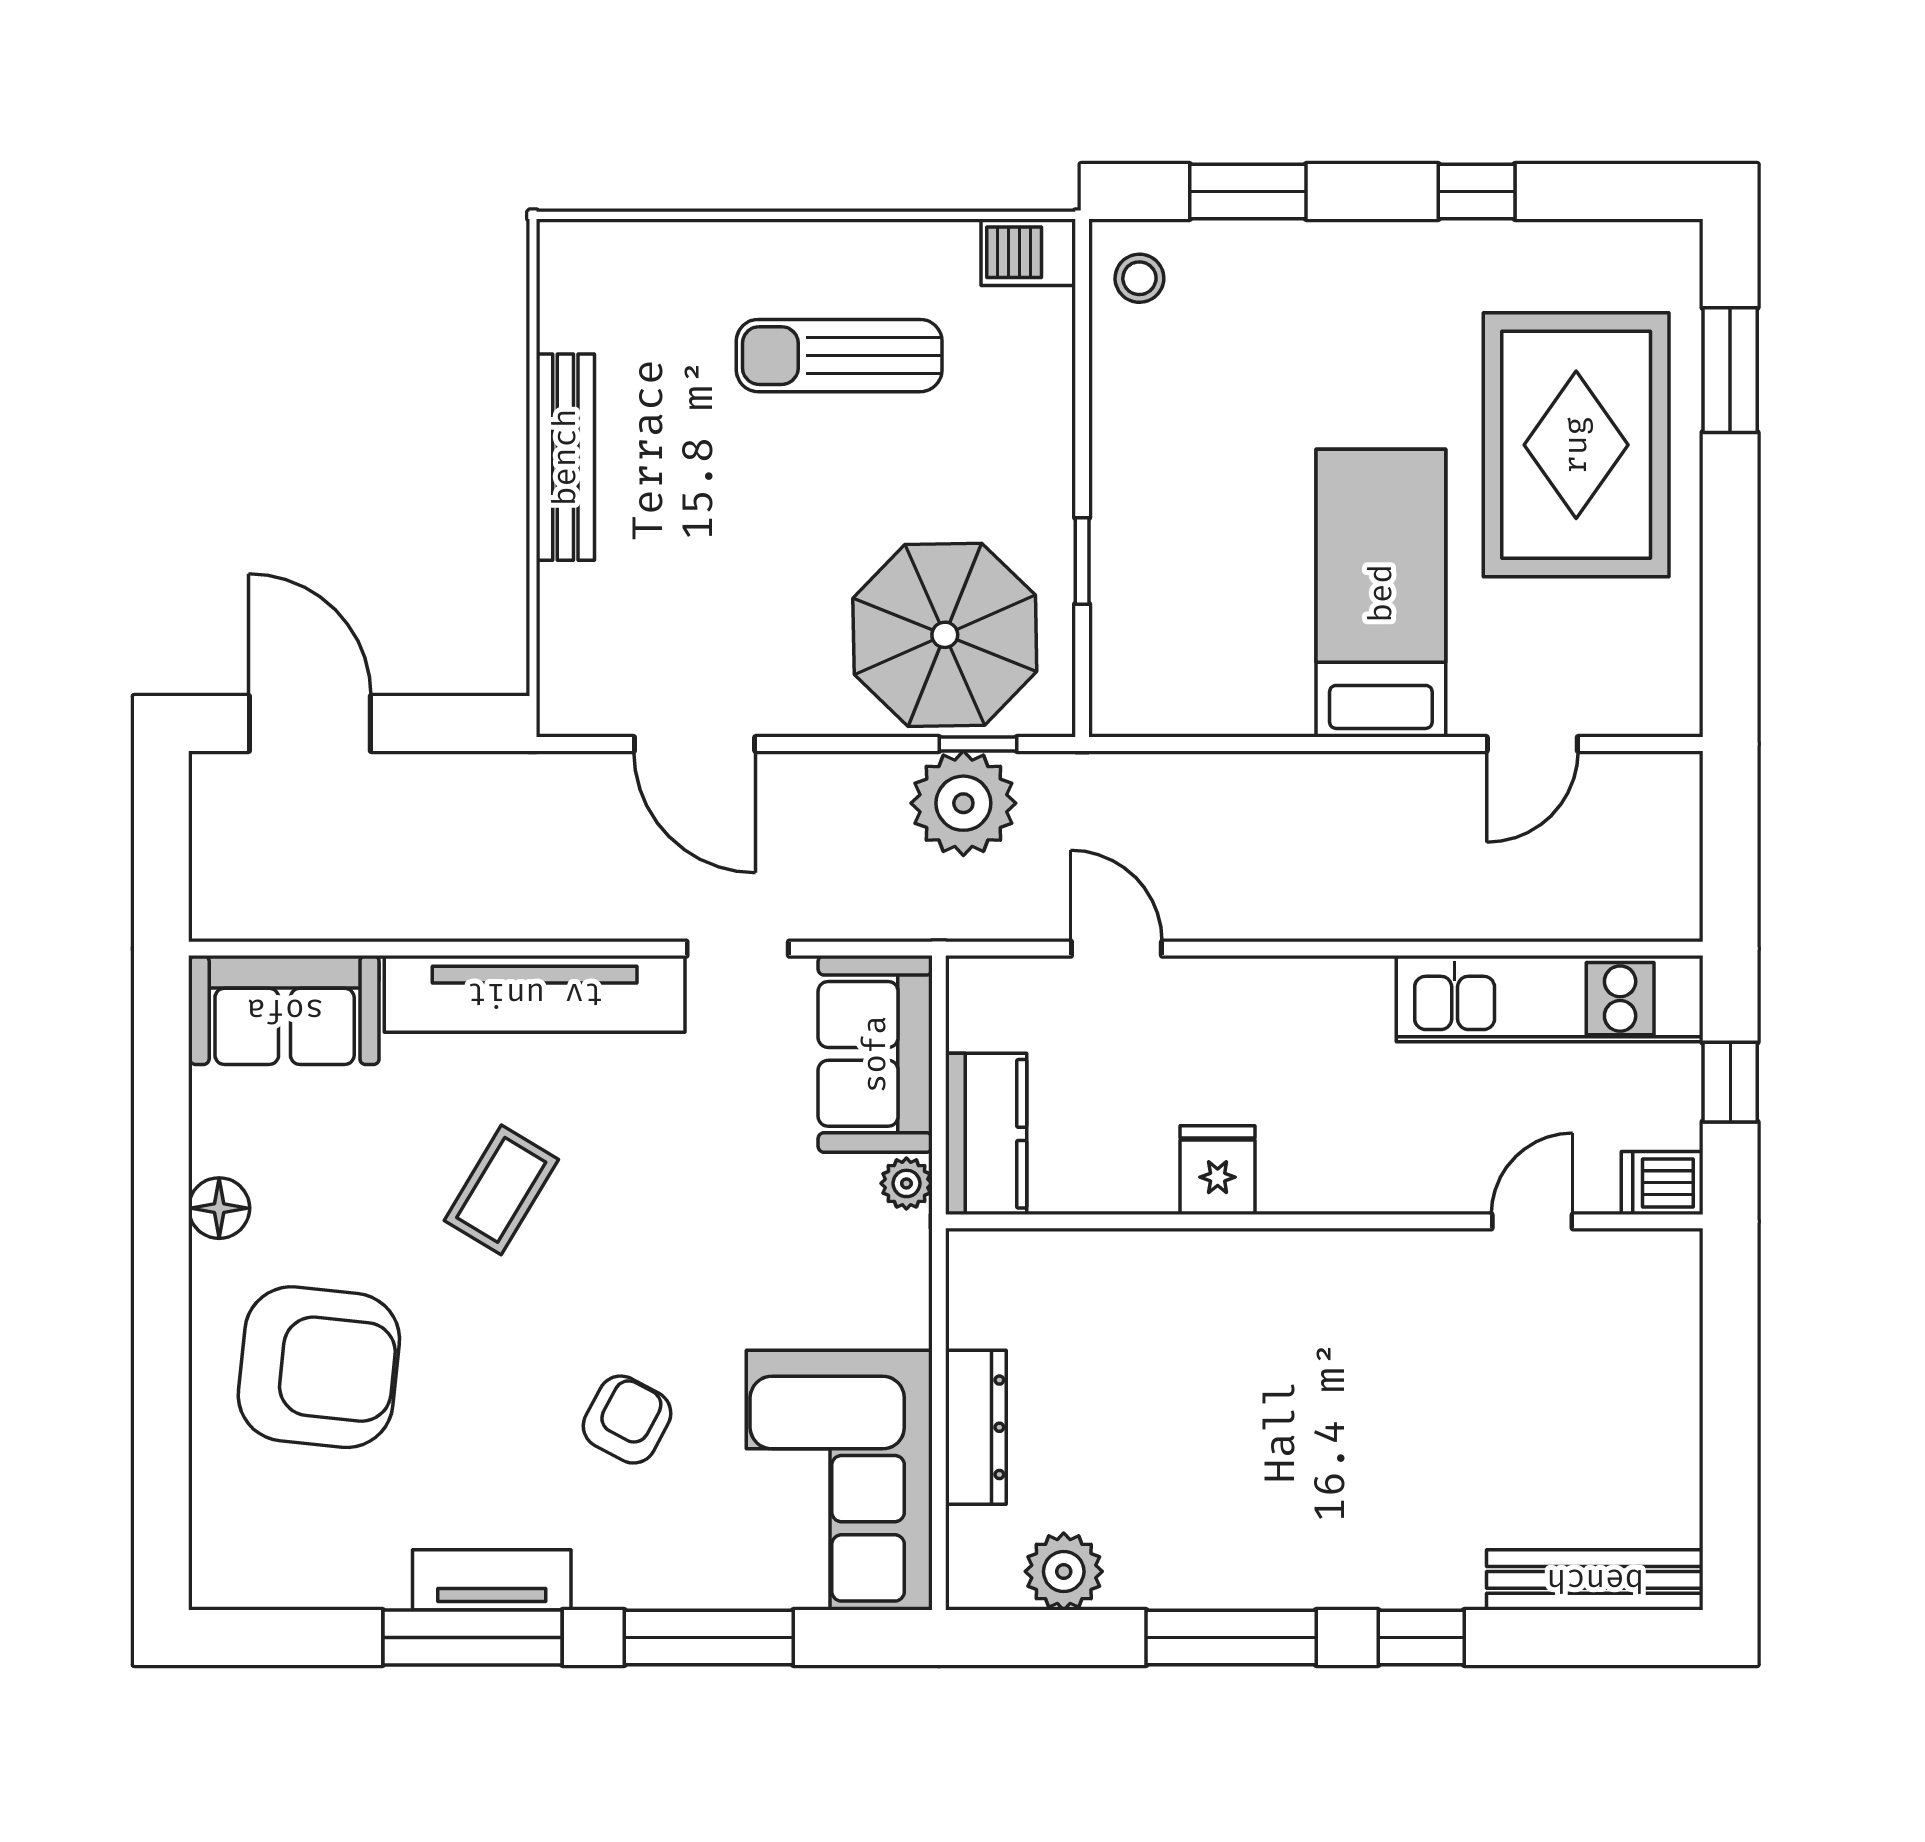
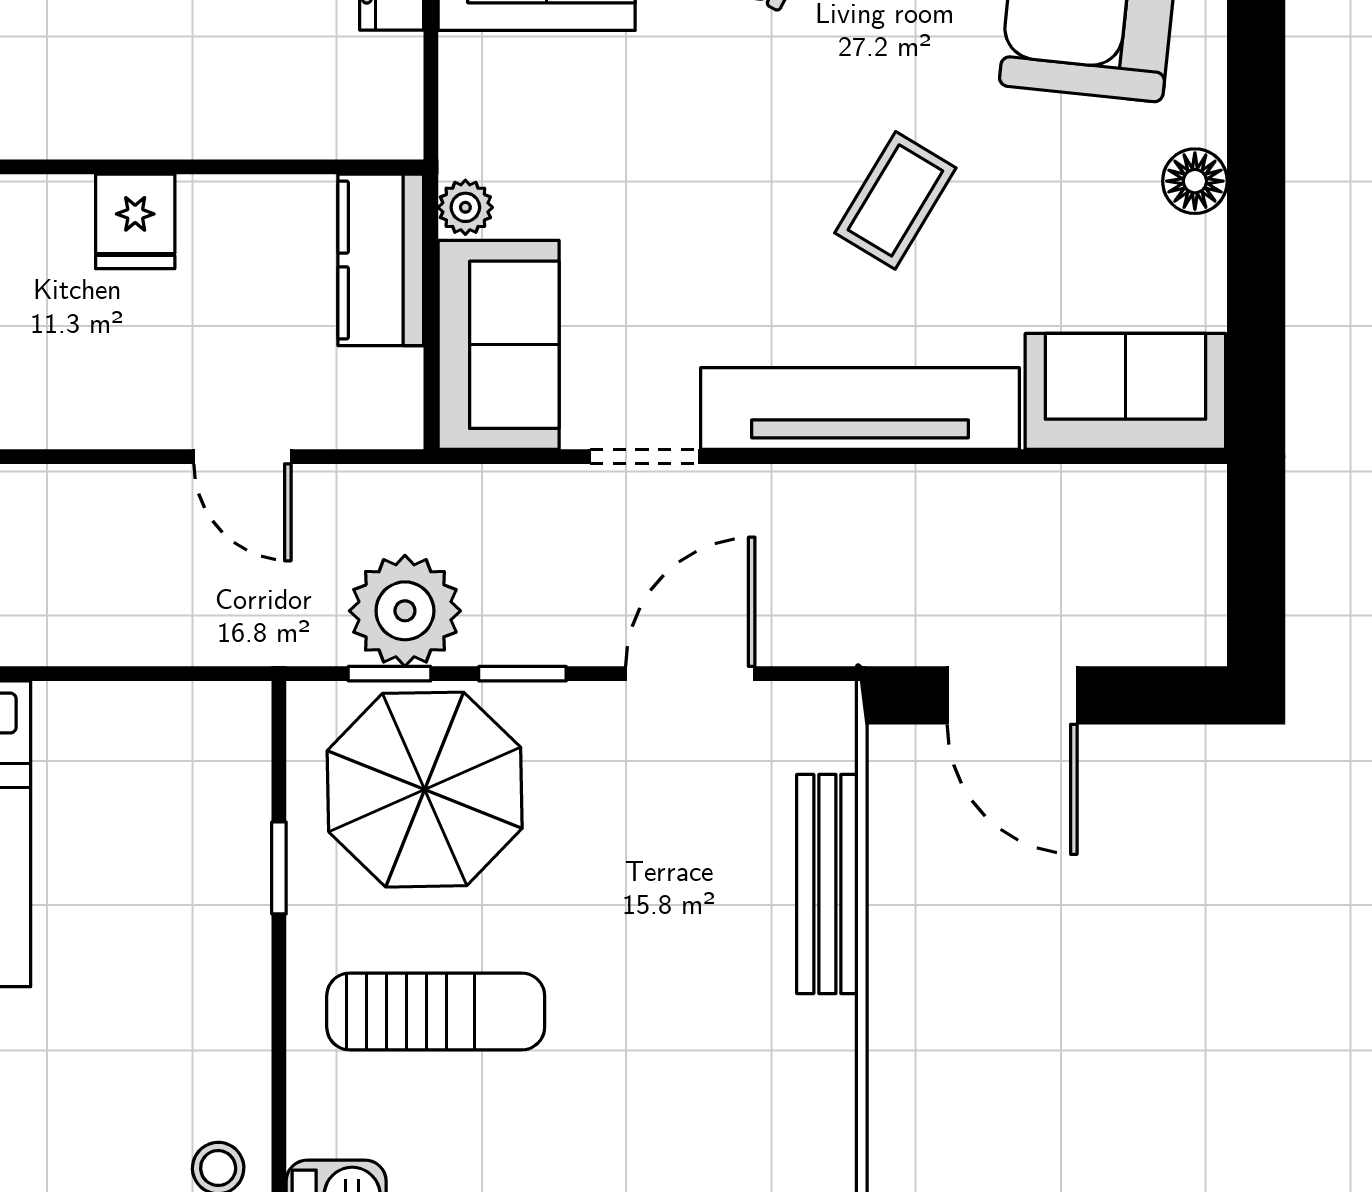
sun lounger: (839, 356) -> (436, 1011), moved
bench: (565, 457) -> (827, 884), moved
door: (310, 724) -> (1012, 695), moved
door: (695, 744) -> (690, 674), hinge flipped
window: (853, 744) -> (522, 674), added

